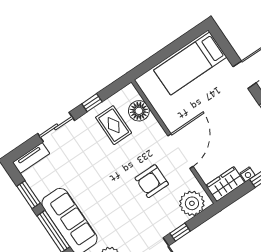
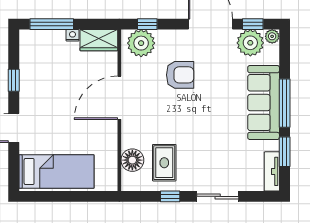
tv unit: (31, 158) -> (272, 171), moved, turned -90
armchair: (152, 181) -> (180, 75), moved
window: (180, 232) -> (147, 24), moved

